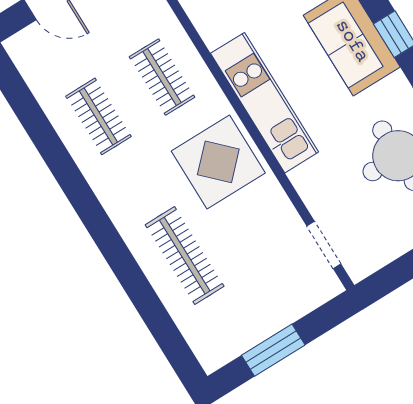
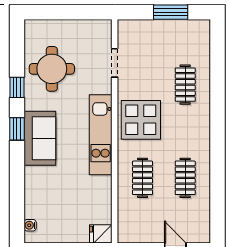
doorway: (324, 245) -> (115, 63), moved
clothes rail: (185, 256) -> (185, 85), width x0.73

